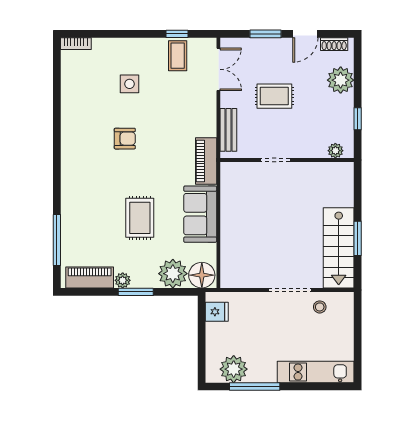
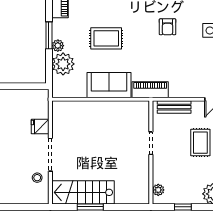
floor lamp: (202, 275) -> (62, 86), removed
plant: (123, 280) -> (58, 46), moved
fridge: (217, 312) -> (40, 126), moved, turned 90

